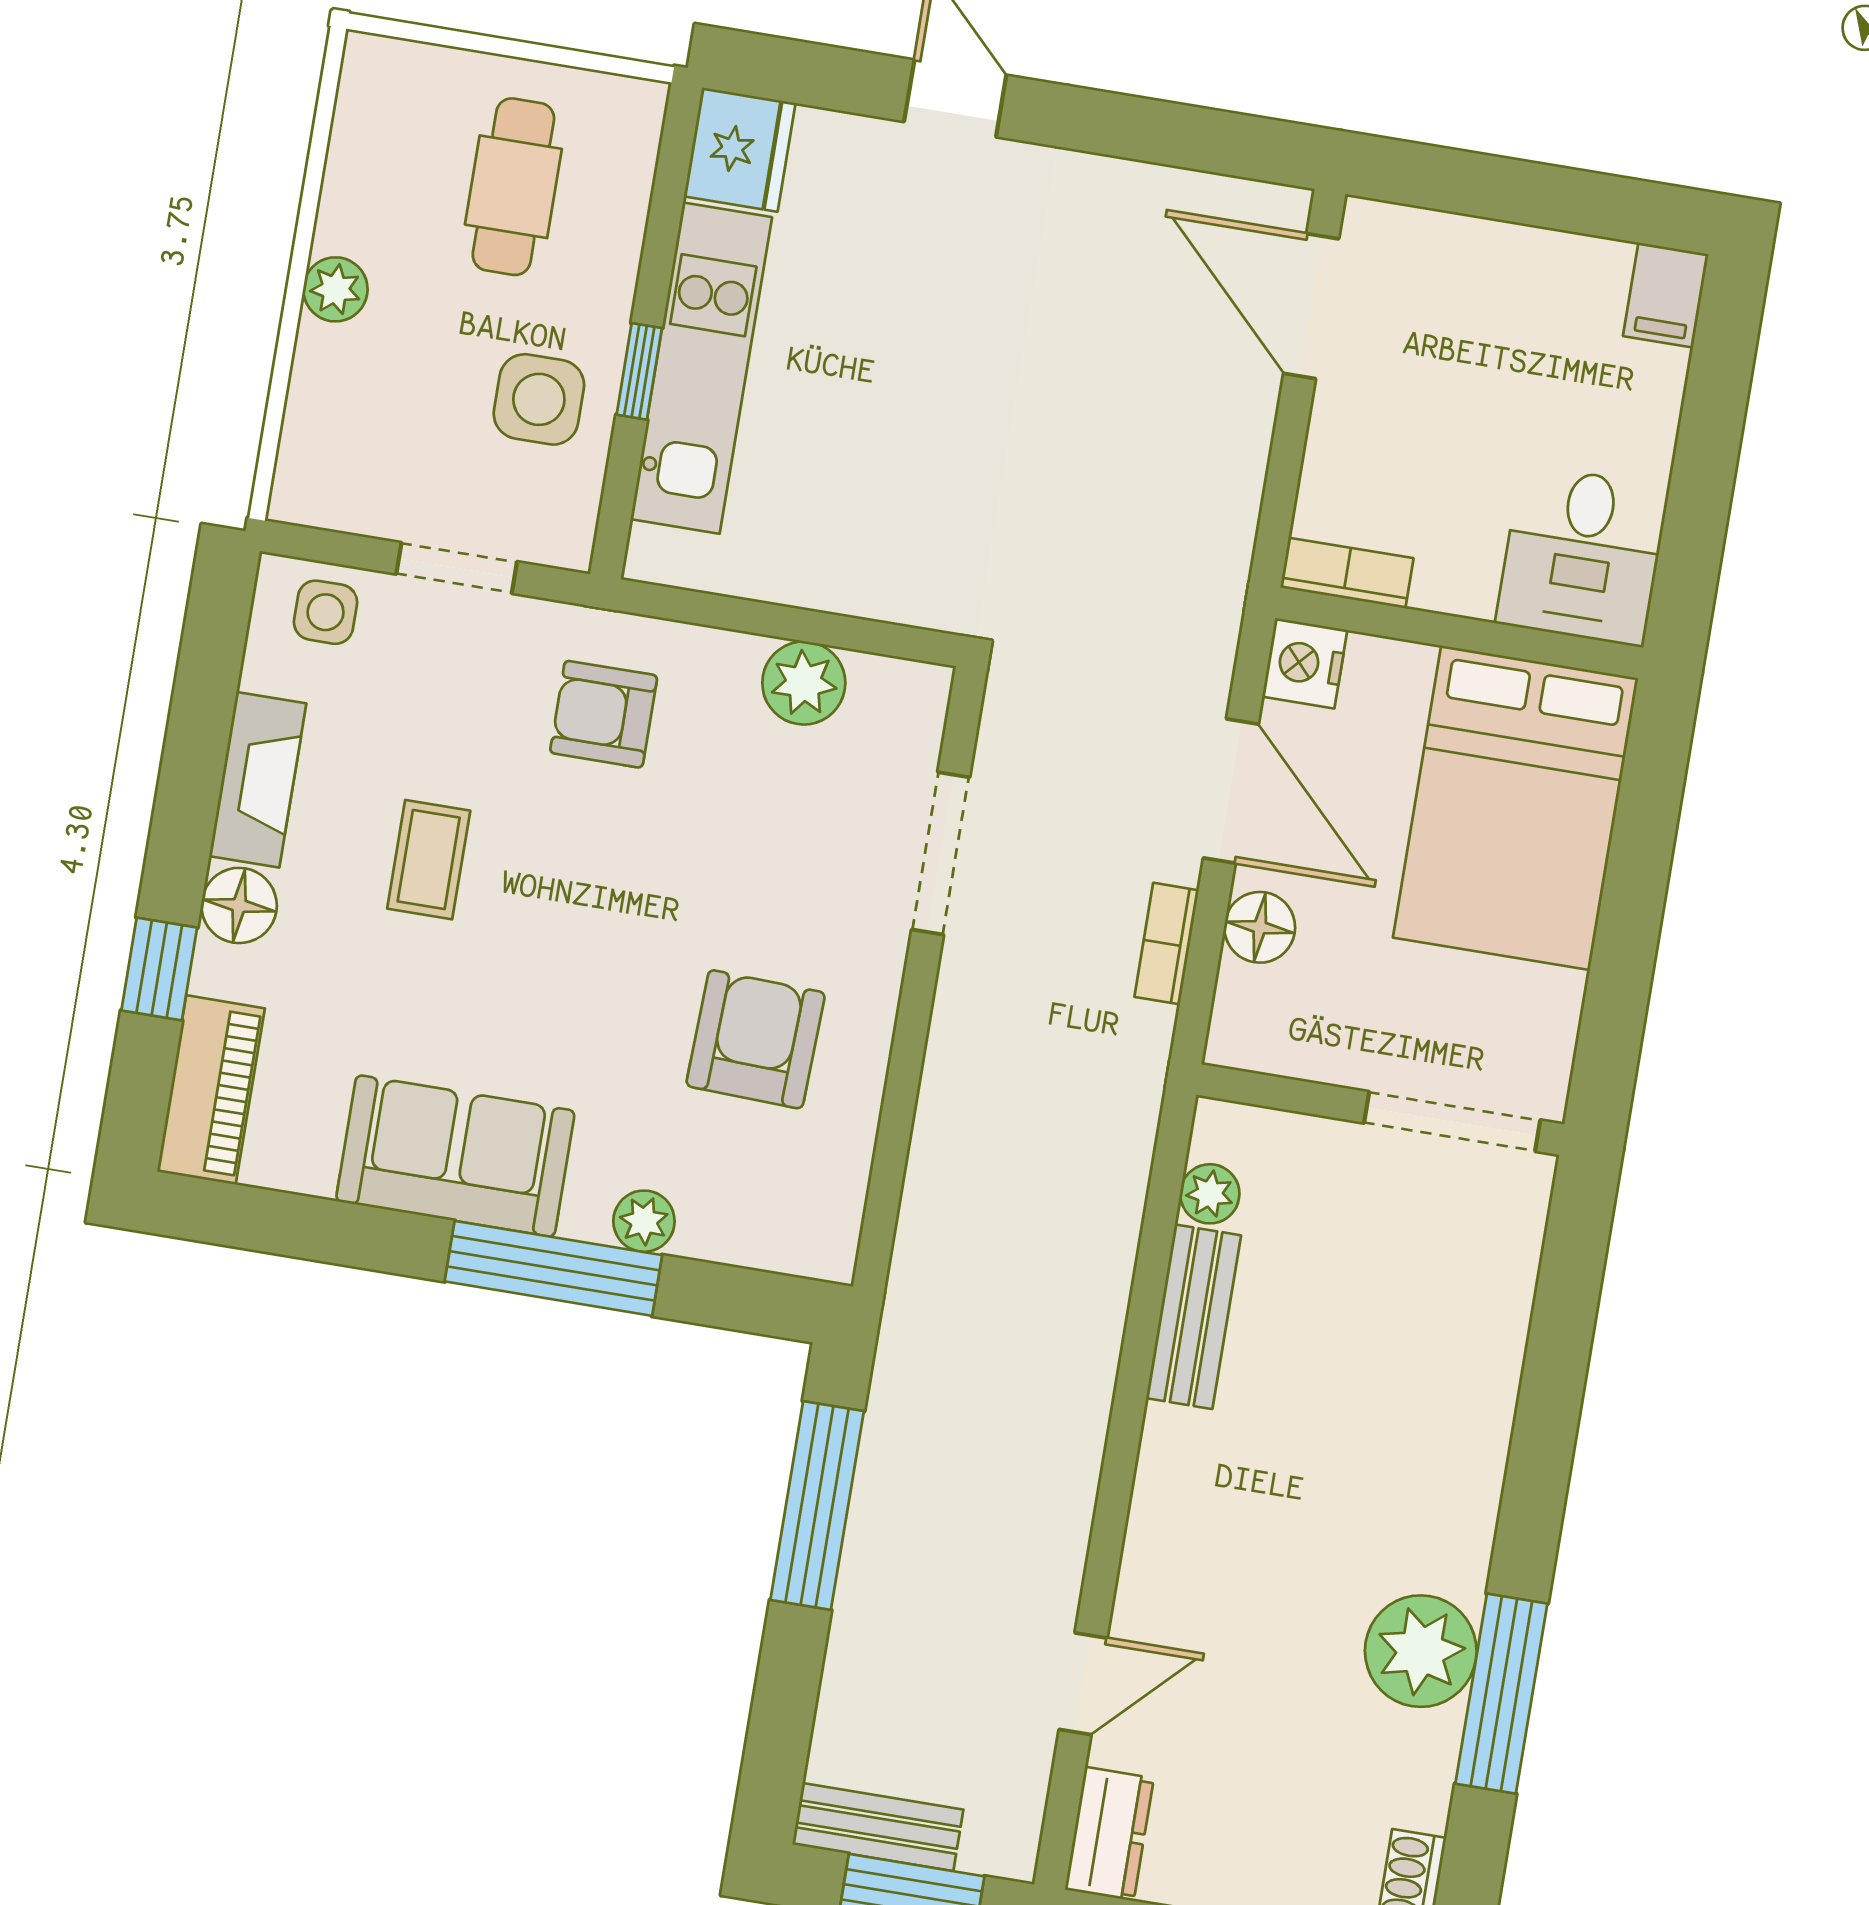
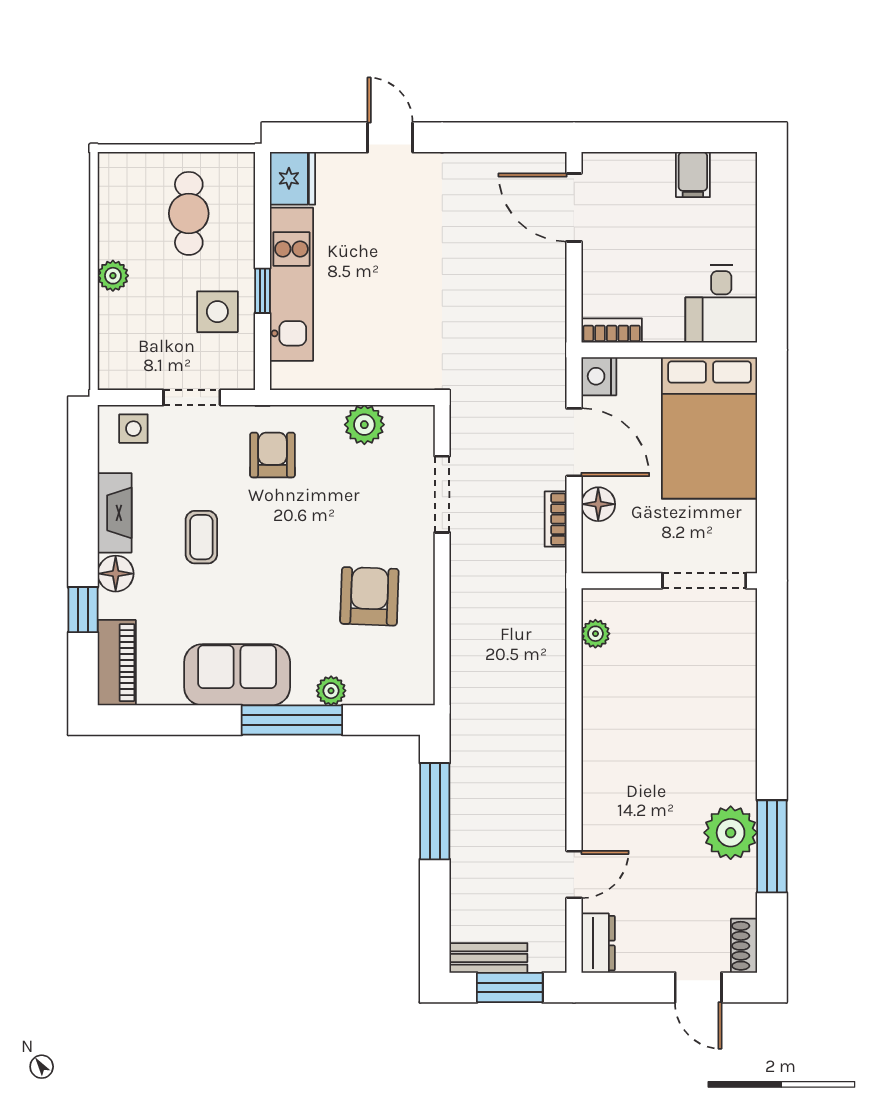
filing cabinet: (1666, 295) -> (693, 175), moved
armchair: (604, 714) -> (272, 455), turned 90
bench: (1193, 1317) -> (597, 693), removed

